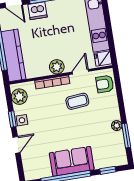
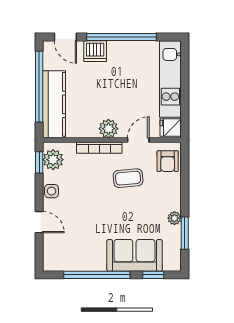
armchair: (105, 84) -> (168, 161), turned -90
window: (12, 119) -> (39, 162), moved
door: (16, 145) -> (39, 222), hinge flipped
sofa: (72, 161) -> (134, 255), moved

